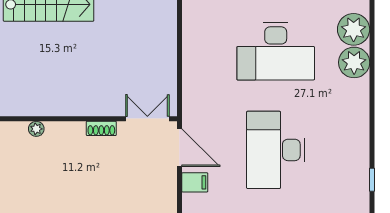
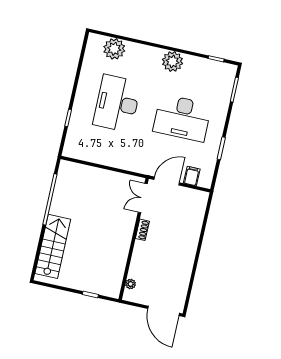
desk: (276, 51) -> (117, 103), turned 180
plant: (354, 62) -> (172, 61), moved
plant: (36, 129) -> (131, 284), moved

